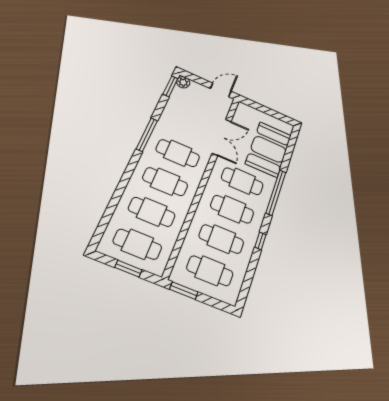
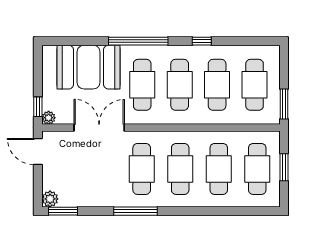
window: (252, 104) -> (38, 107), added
plant: (242, 107) -> (49, 118), added

